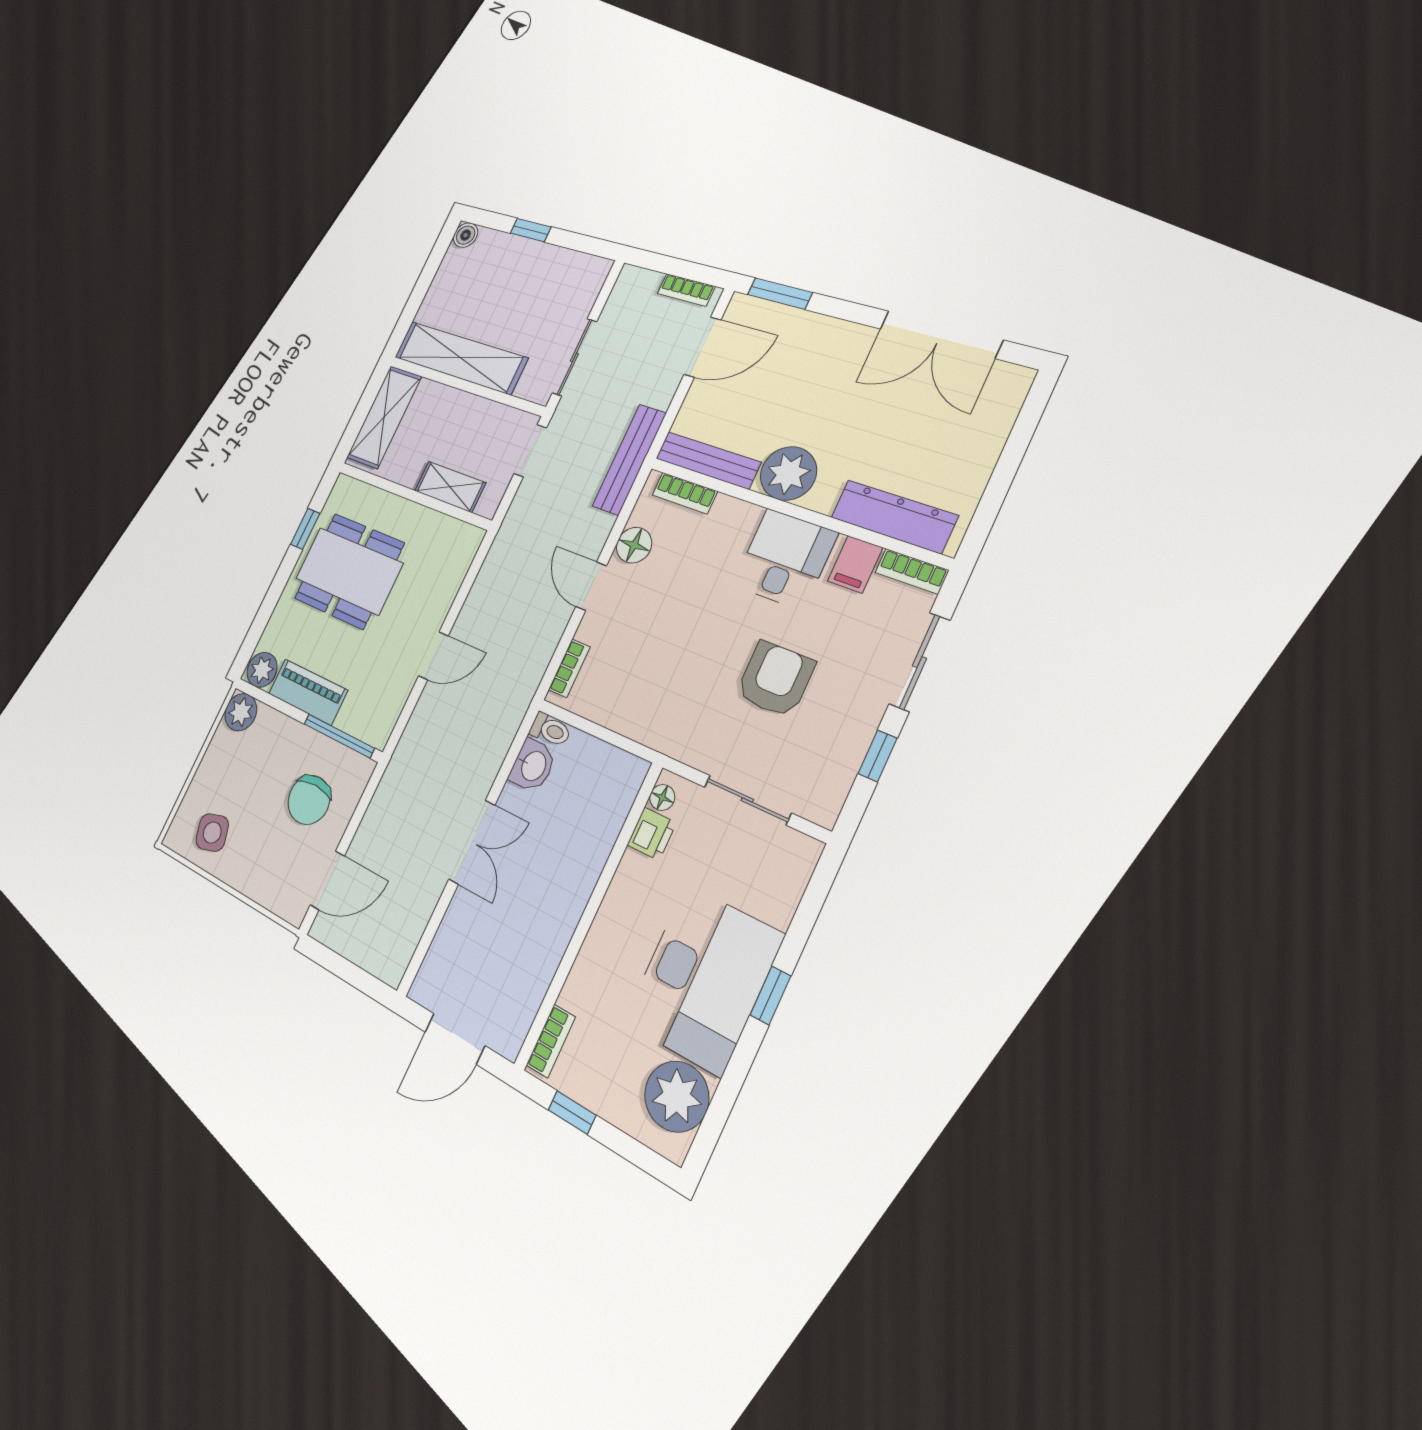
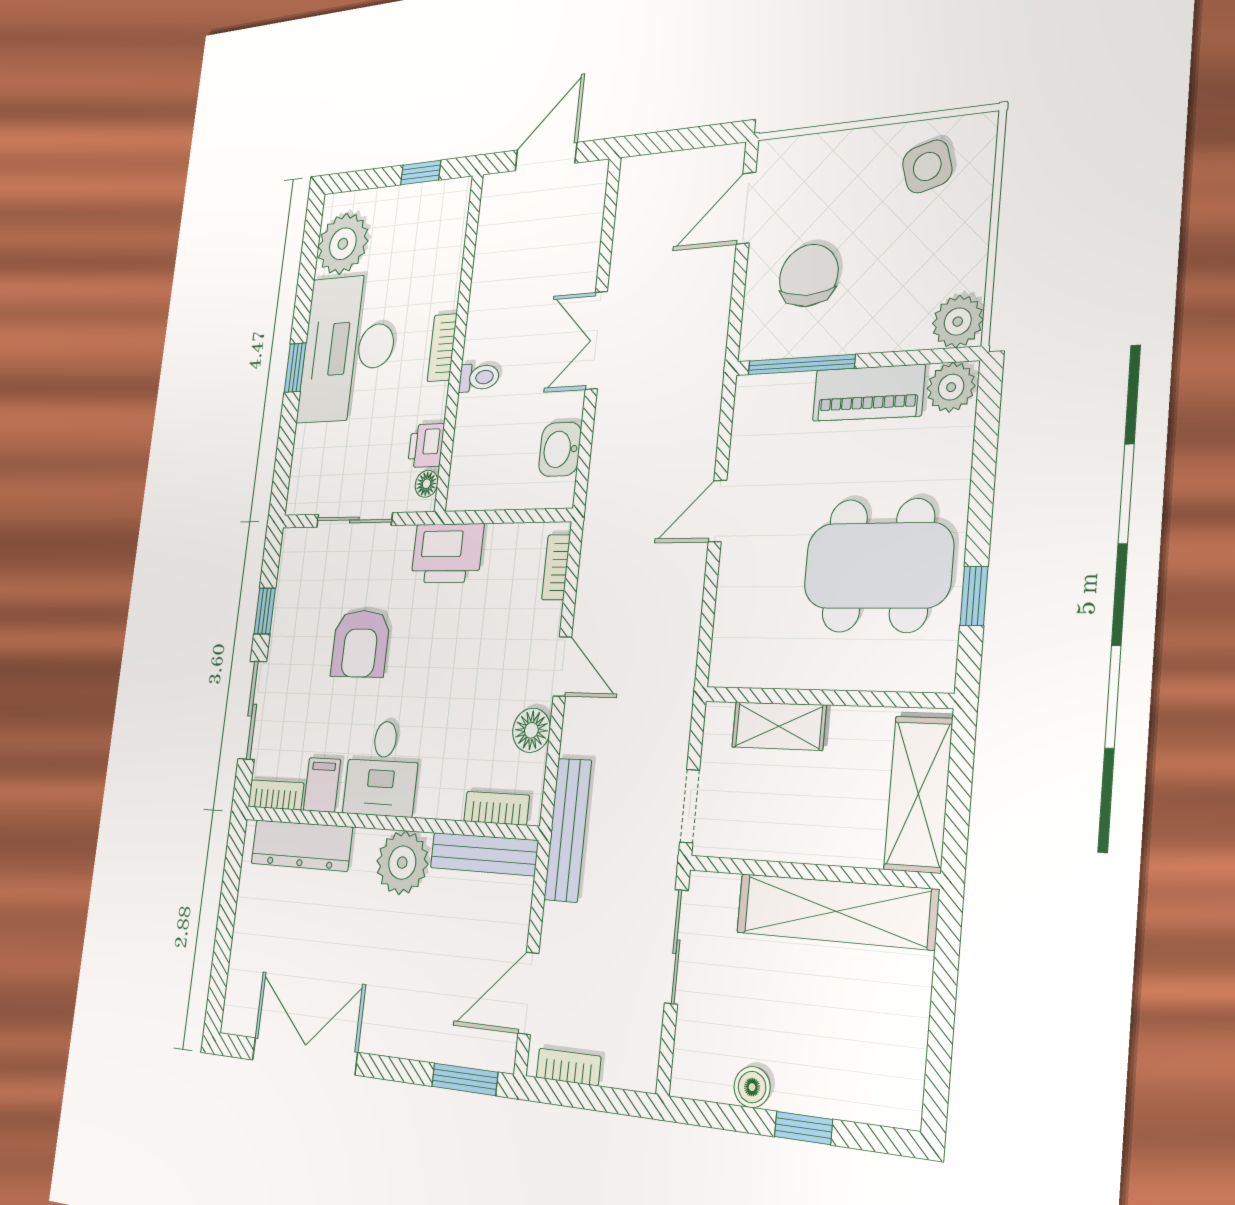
boiler: (466, 235) -> (752, 1087), moved
printer: (662, 724) -> (447, 553), added
toilet: (550, 730) -> (479, 377), moved, turned 180
bookcase: (551, 1041) -> (442, 348), moved

